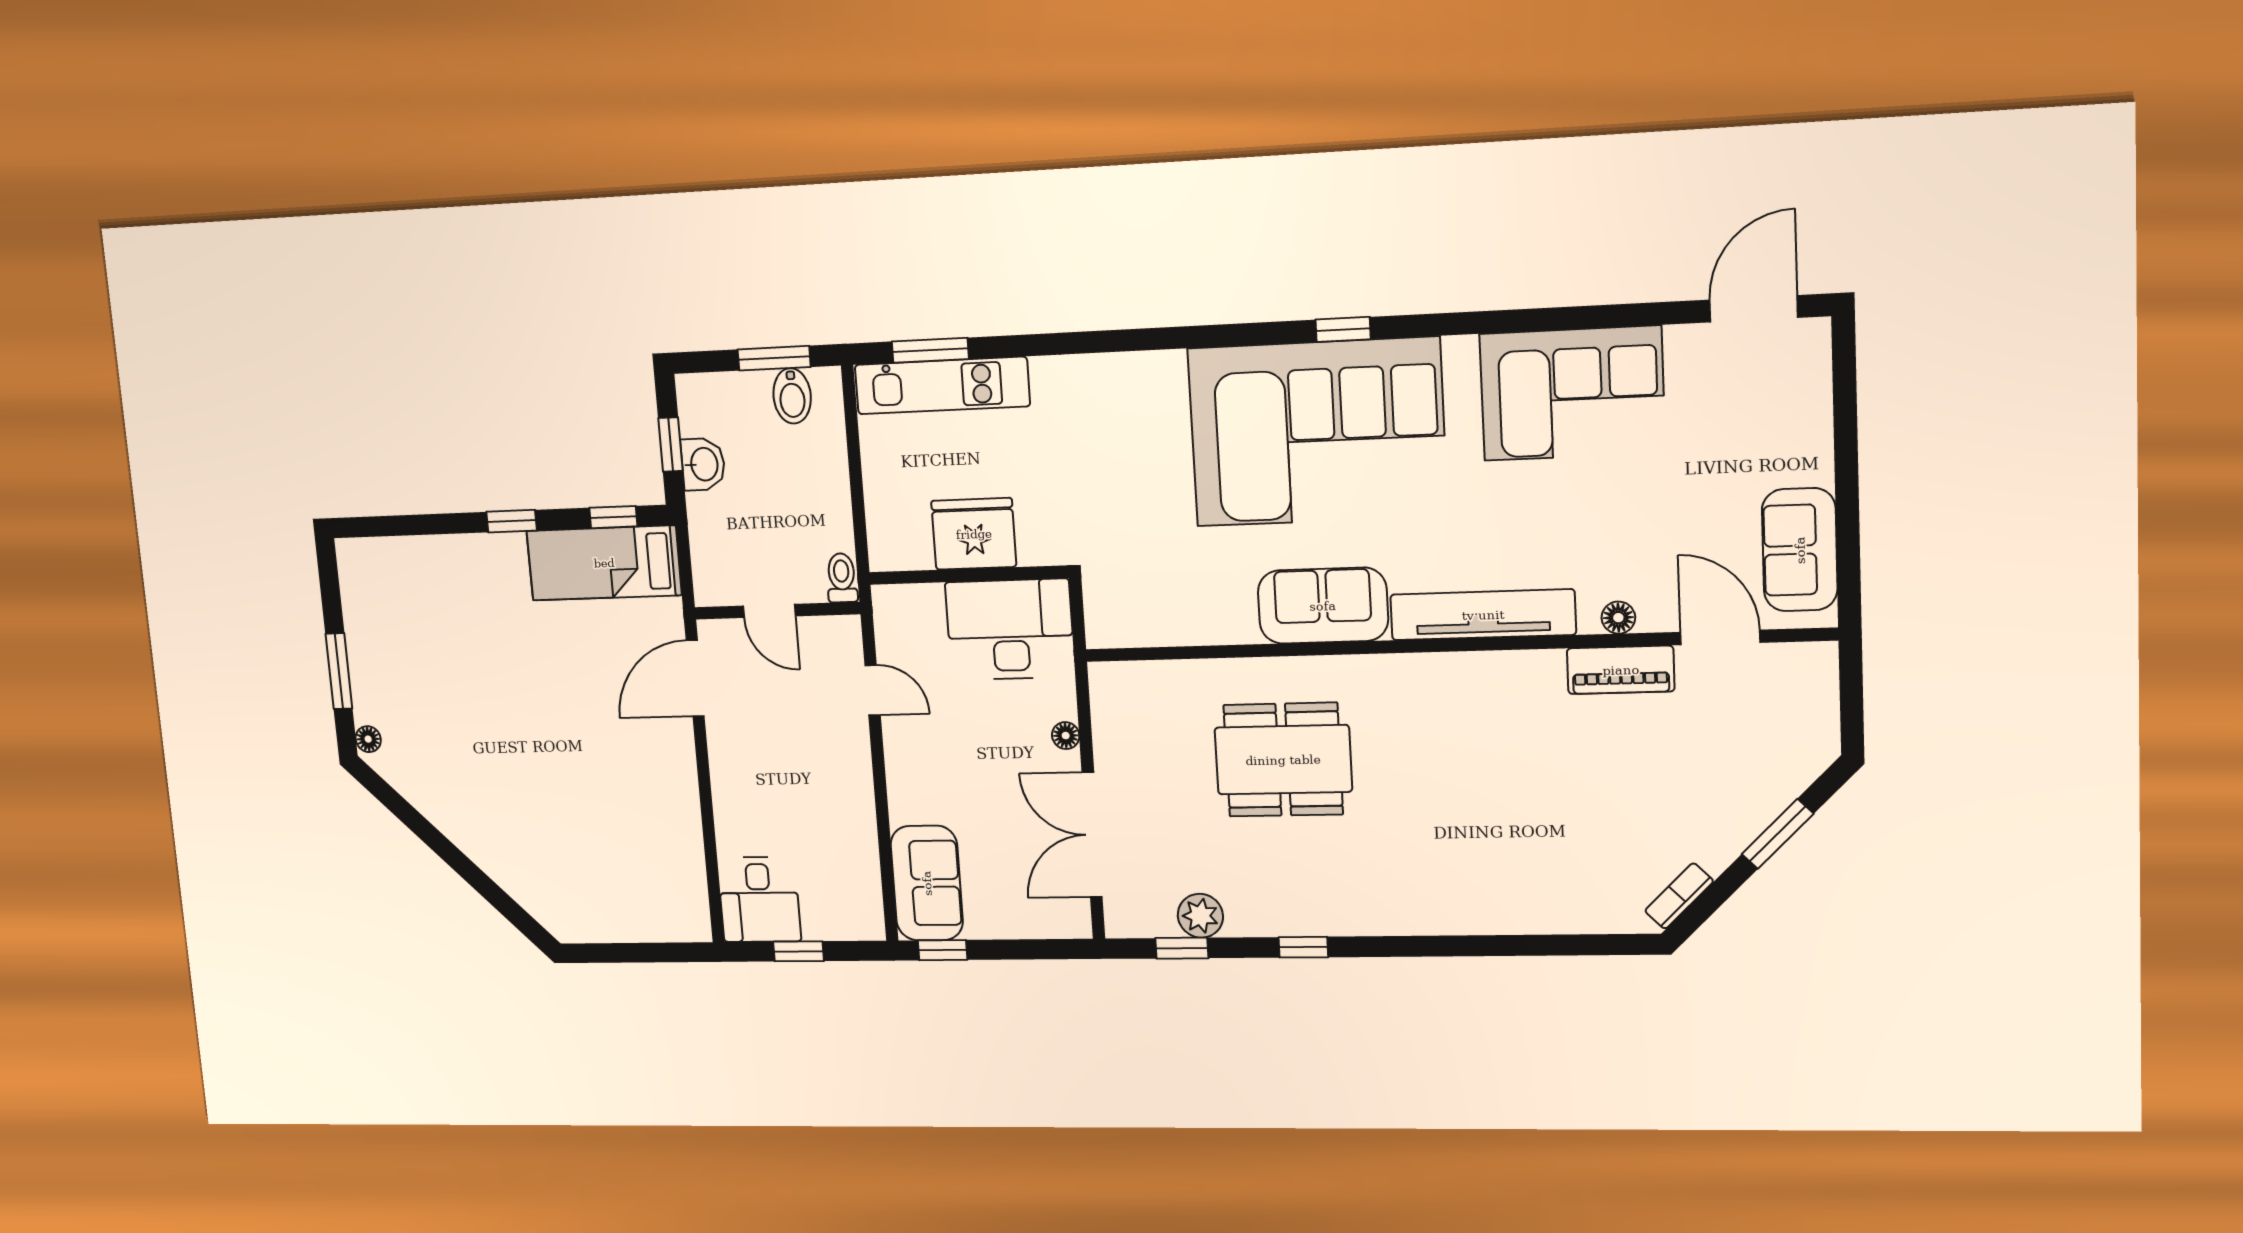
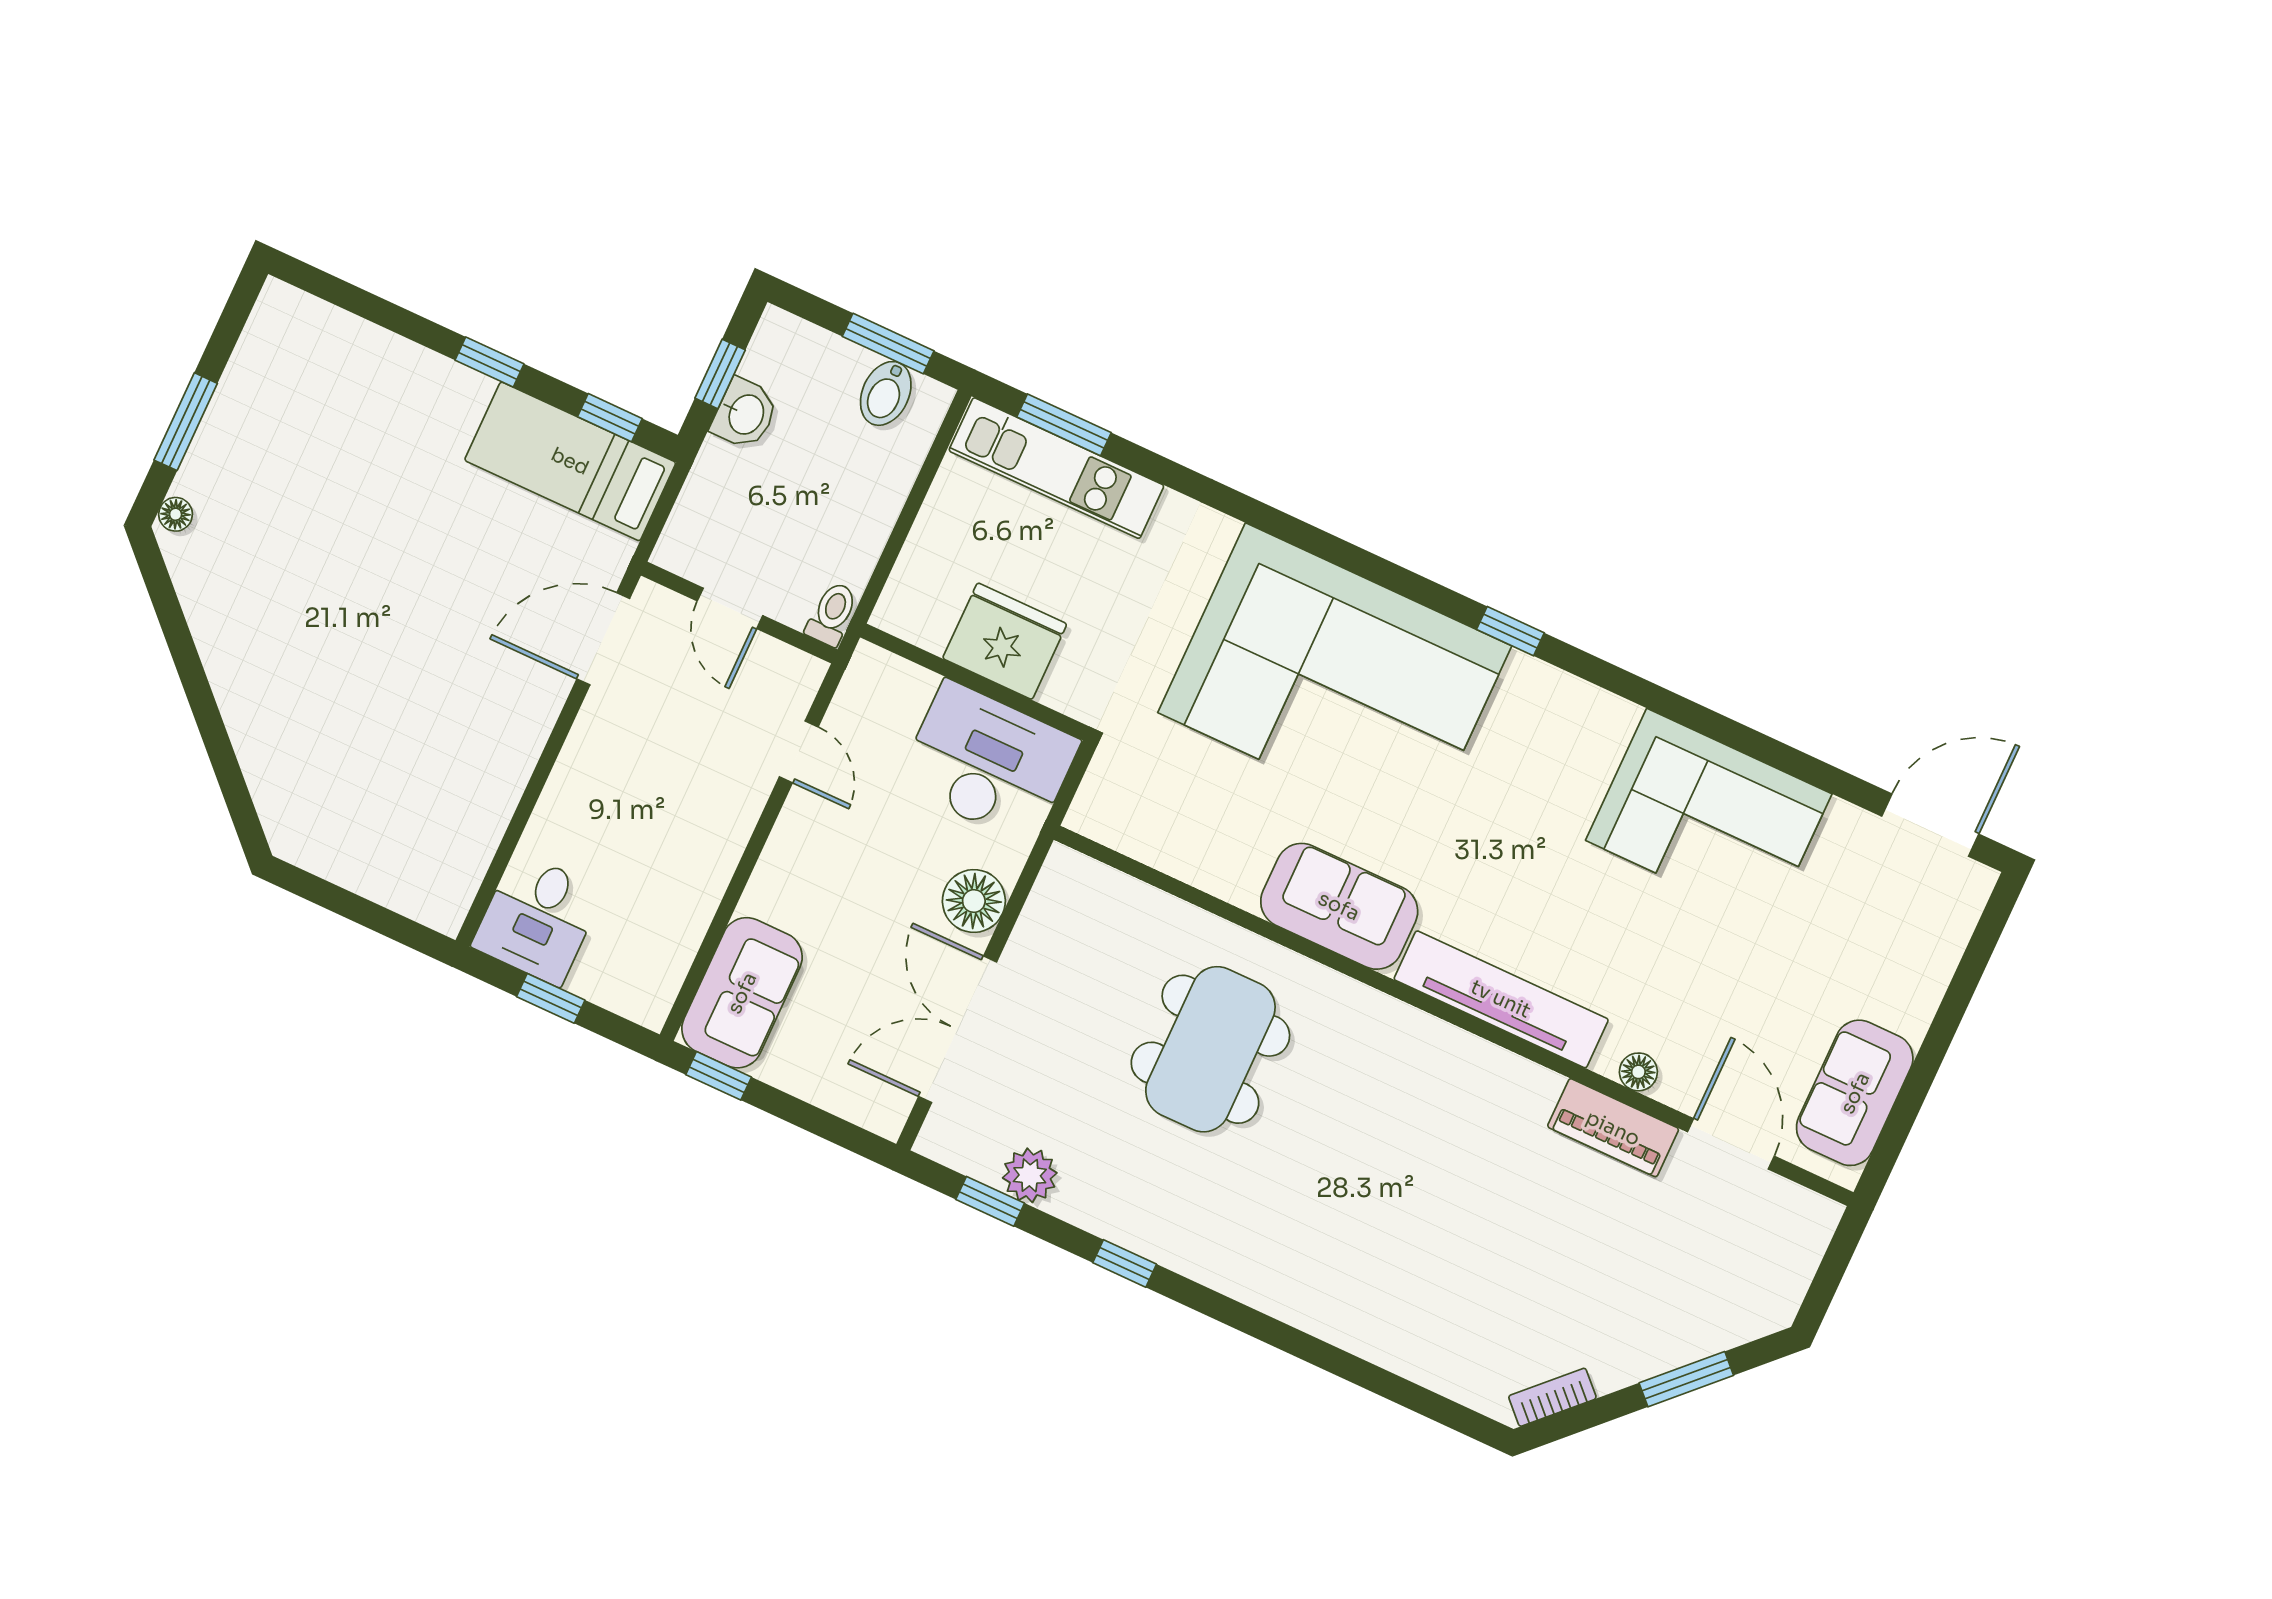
corner sofa: (1317, 432) -> (1335, 679), moved
floor lamp: (1066, 736) -> (974, 901), width x1.89, depth x1.89
dining table: (1283, 760) -> (1210, 1049), turned 90

